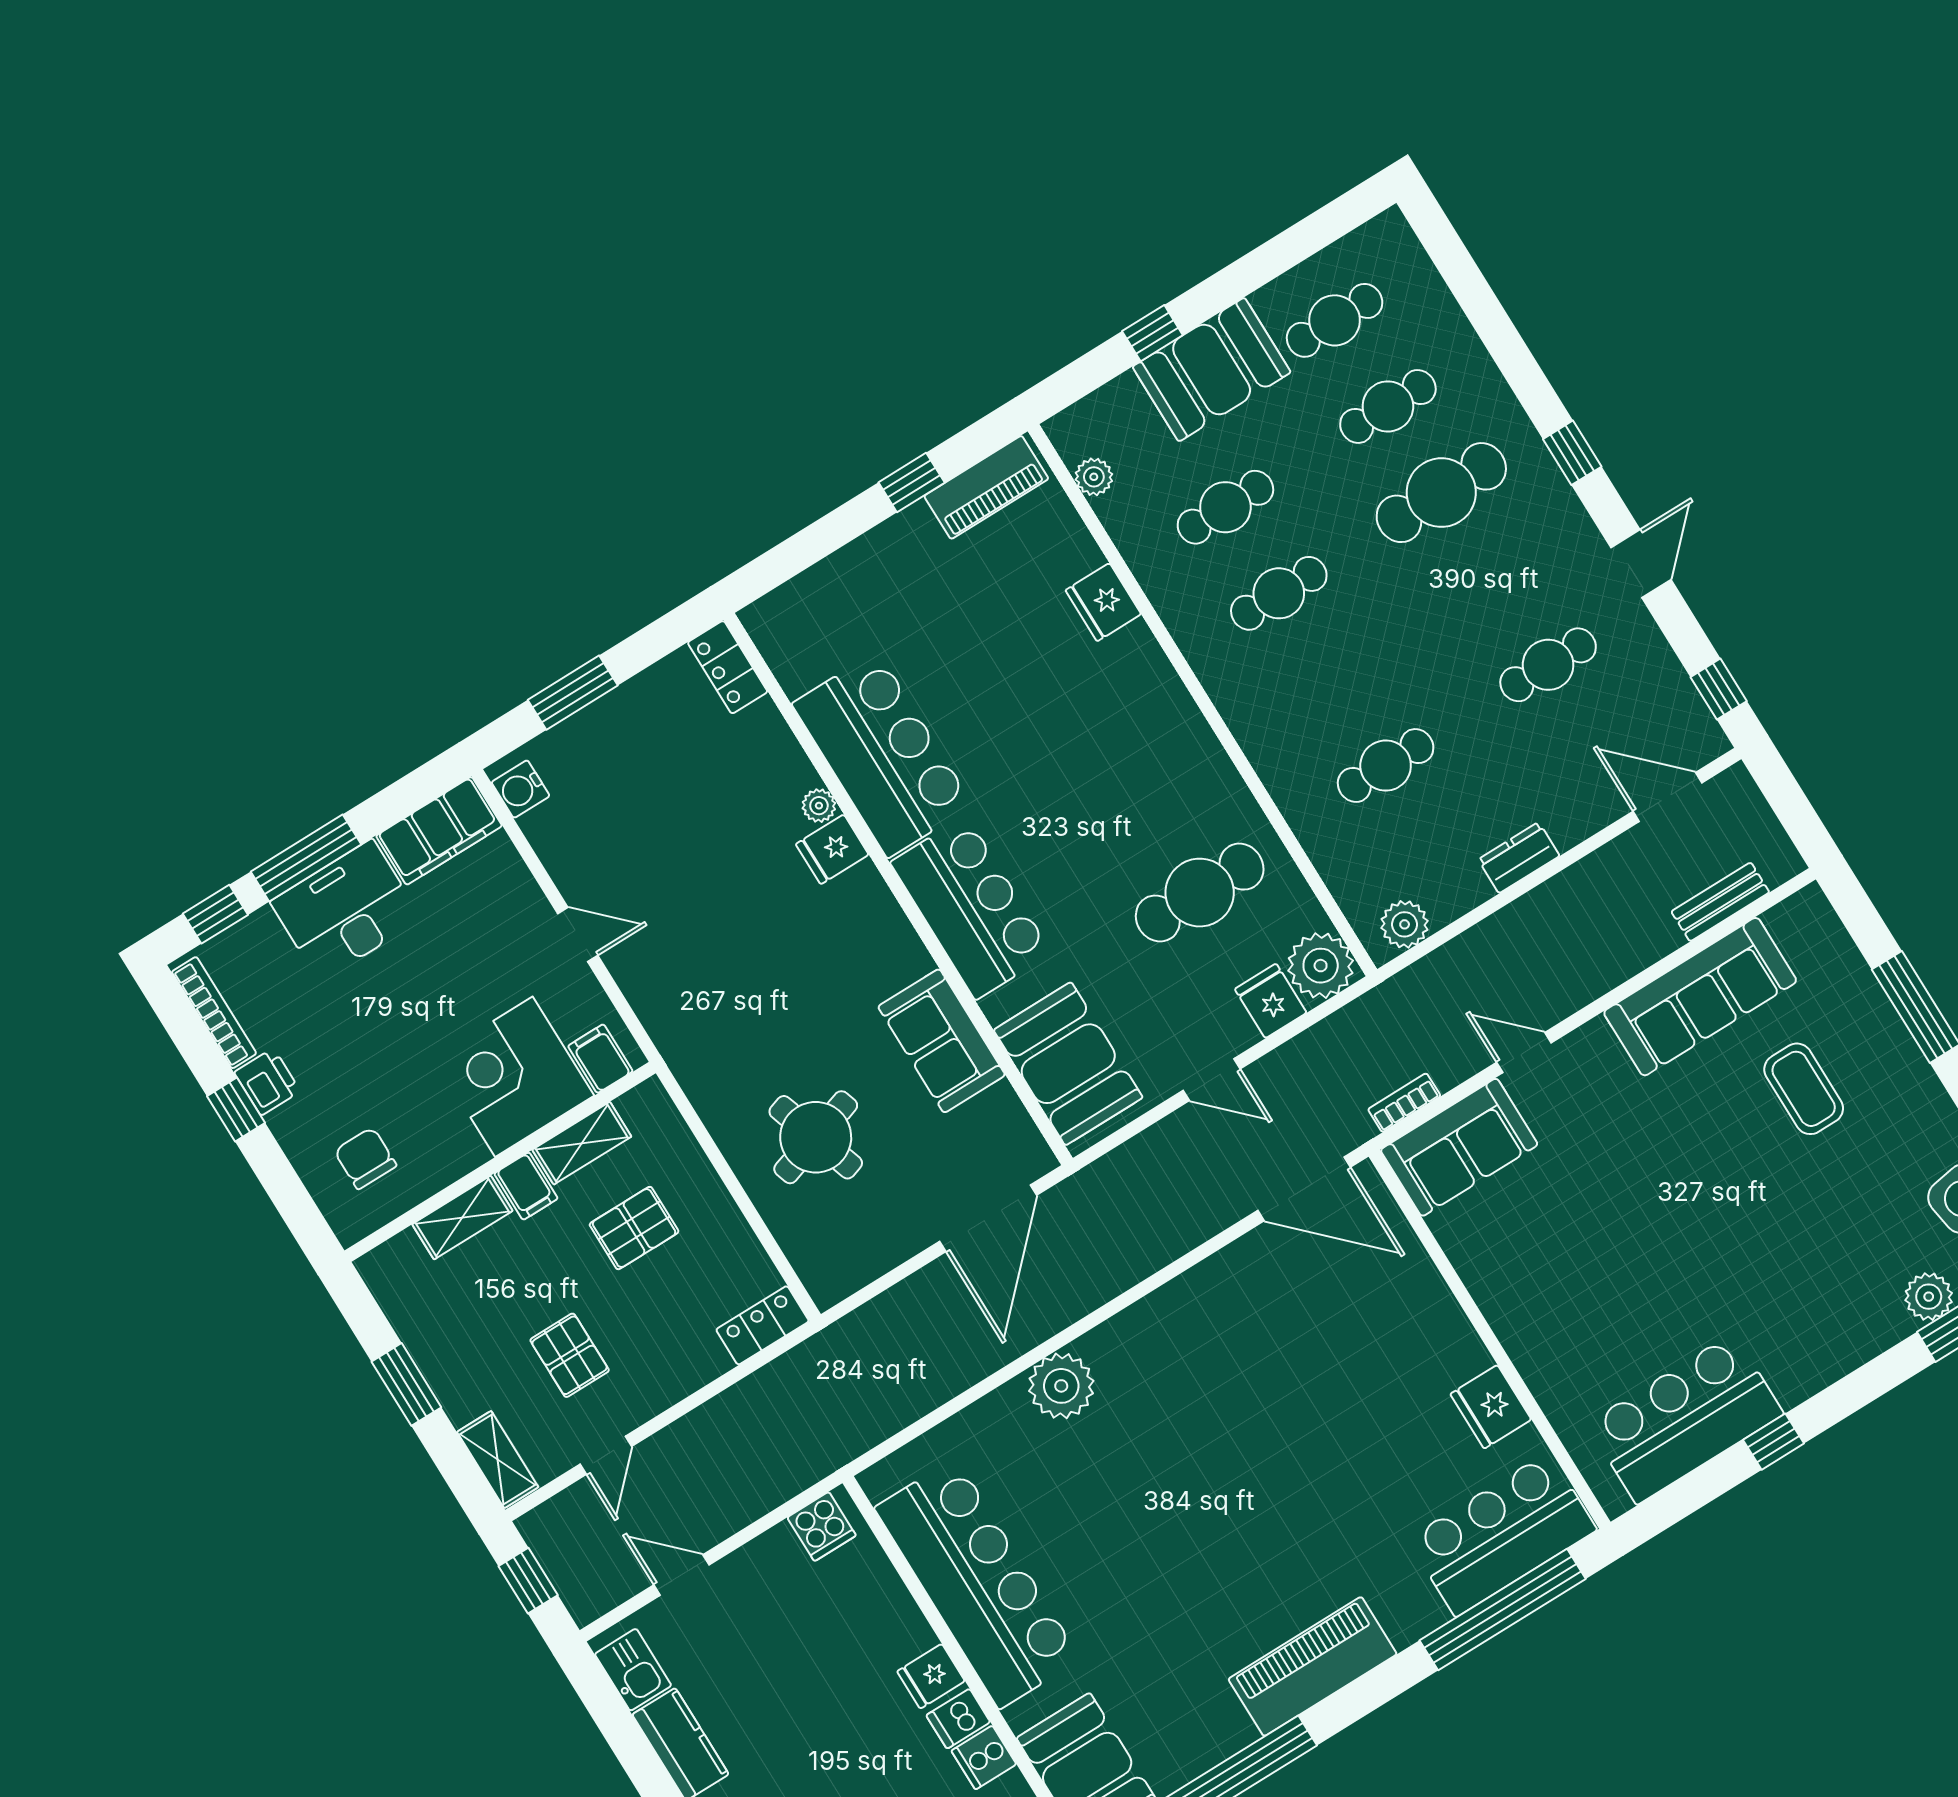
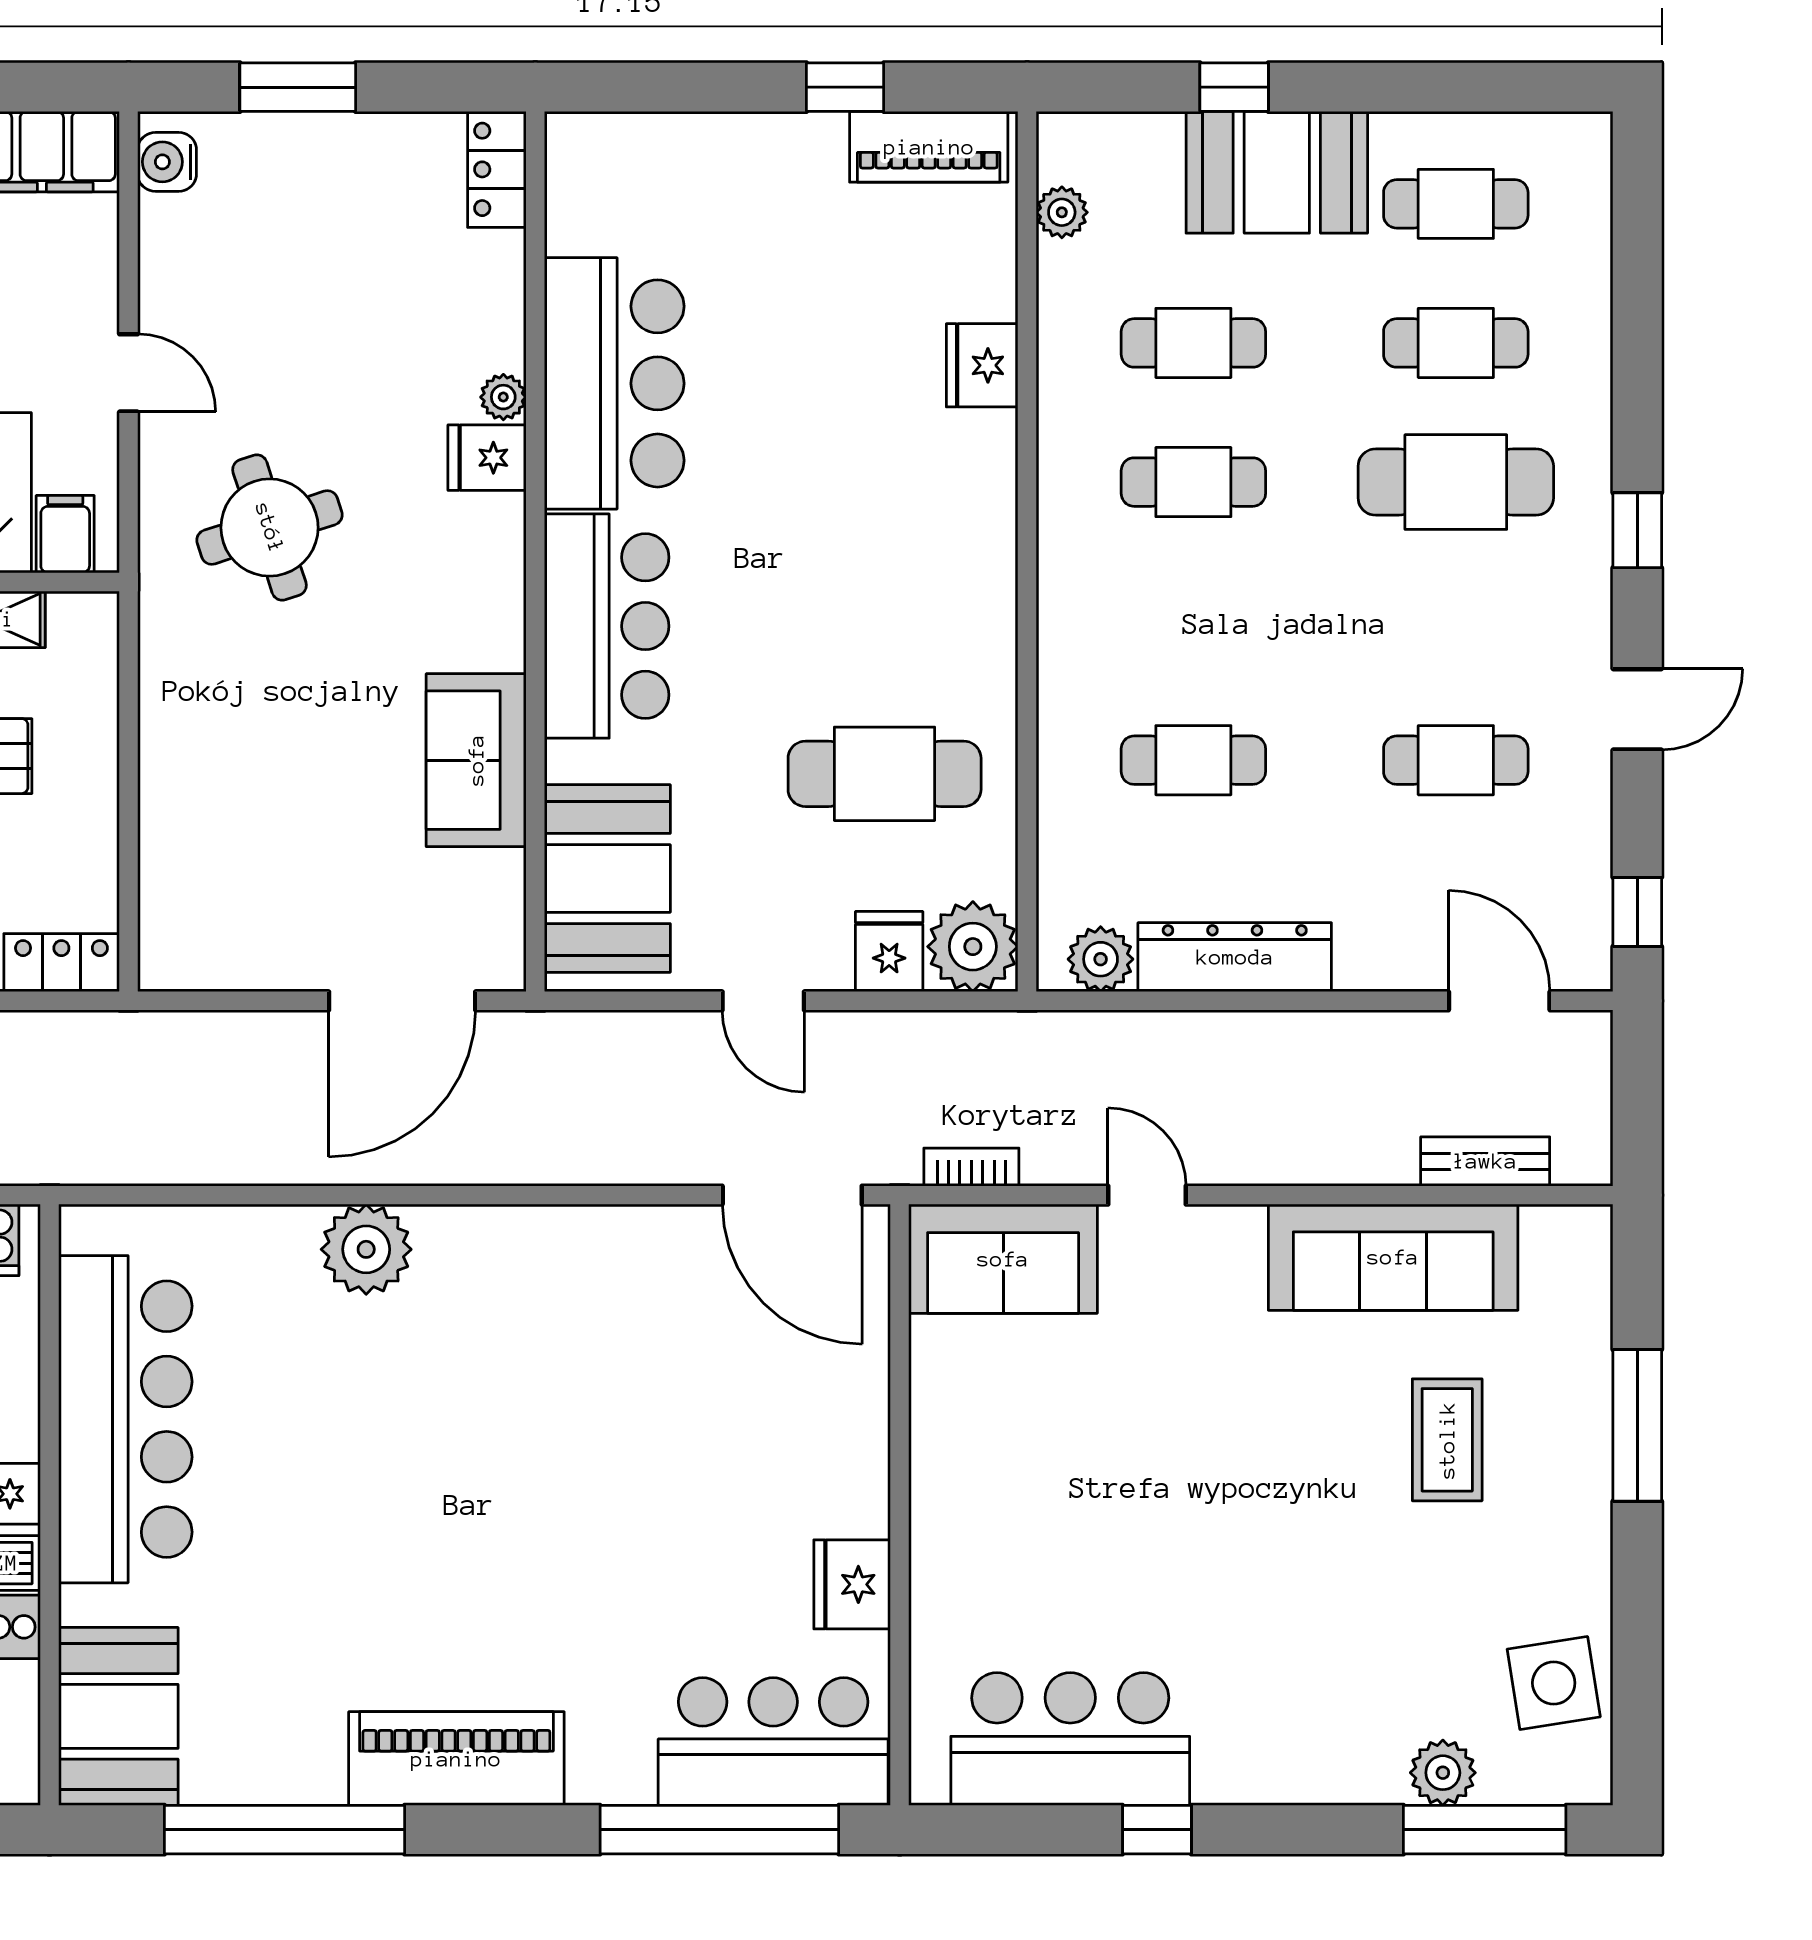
dresser: (1519, 858) -> (1235, 957), width x1.96, depth x1.24
round table: (816, 1137) -> (270, 528), moved

